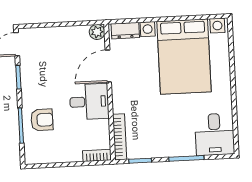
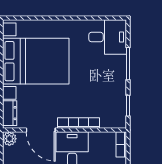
bookcase: (120, 137) -> (78, 123), moved

